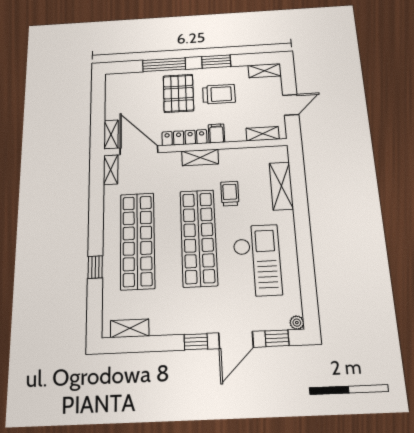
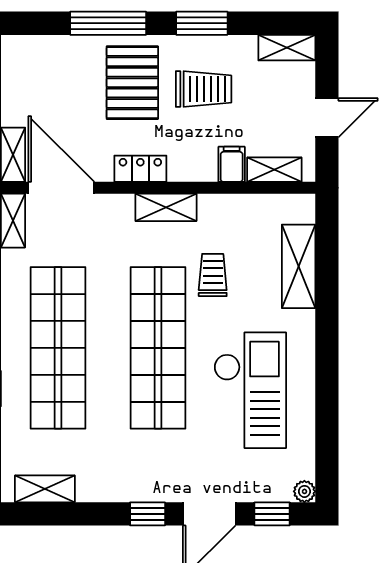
filing cabinet: (216, 133) -> (232, 164), moved
locker: (184, 138) -> (140, 169), width x0.66

